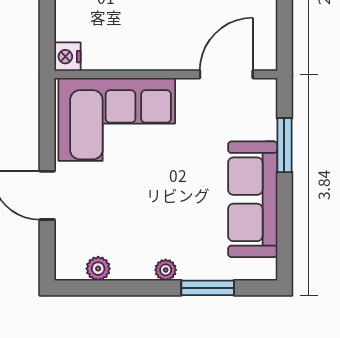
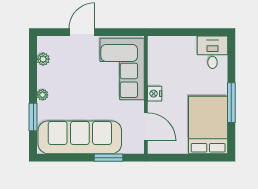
nightstand: (67, 57) -> (155, 94), moved, turned -90
sofa: (253, 199) -> (80, 137), width x1.36, depth x1.27

